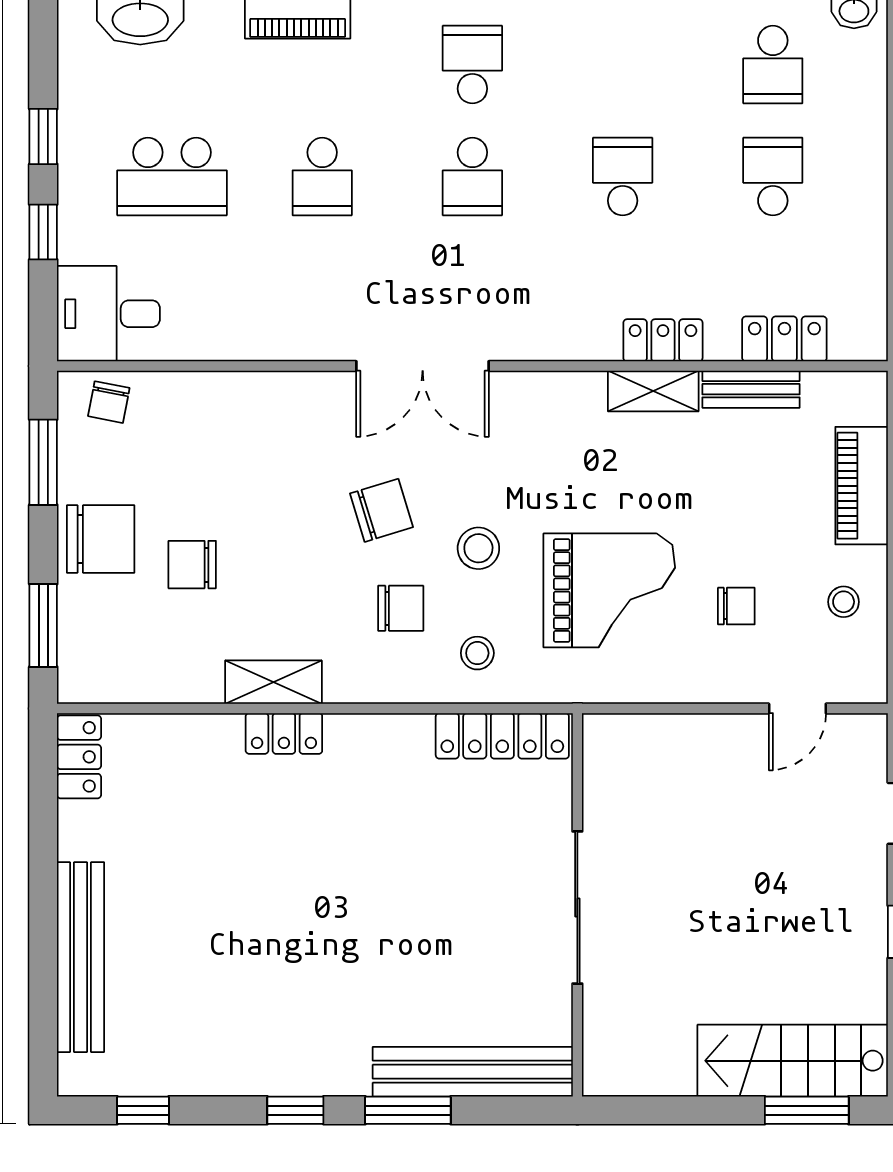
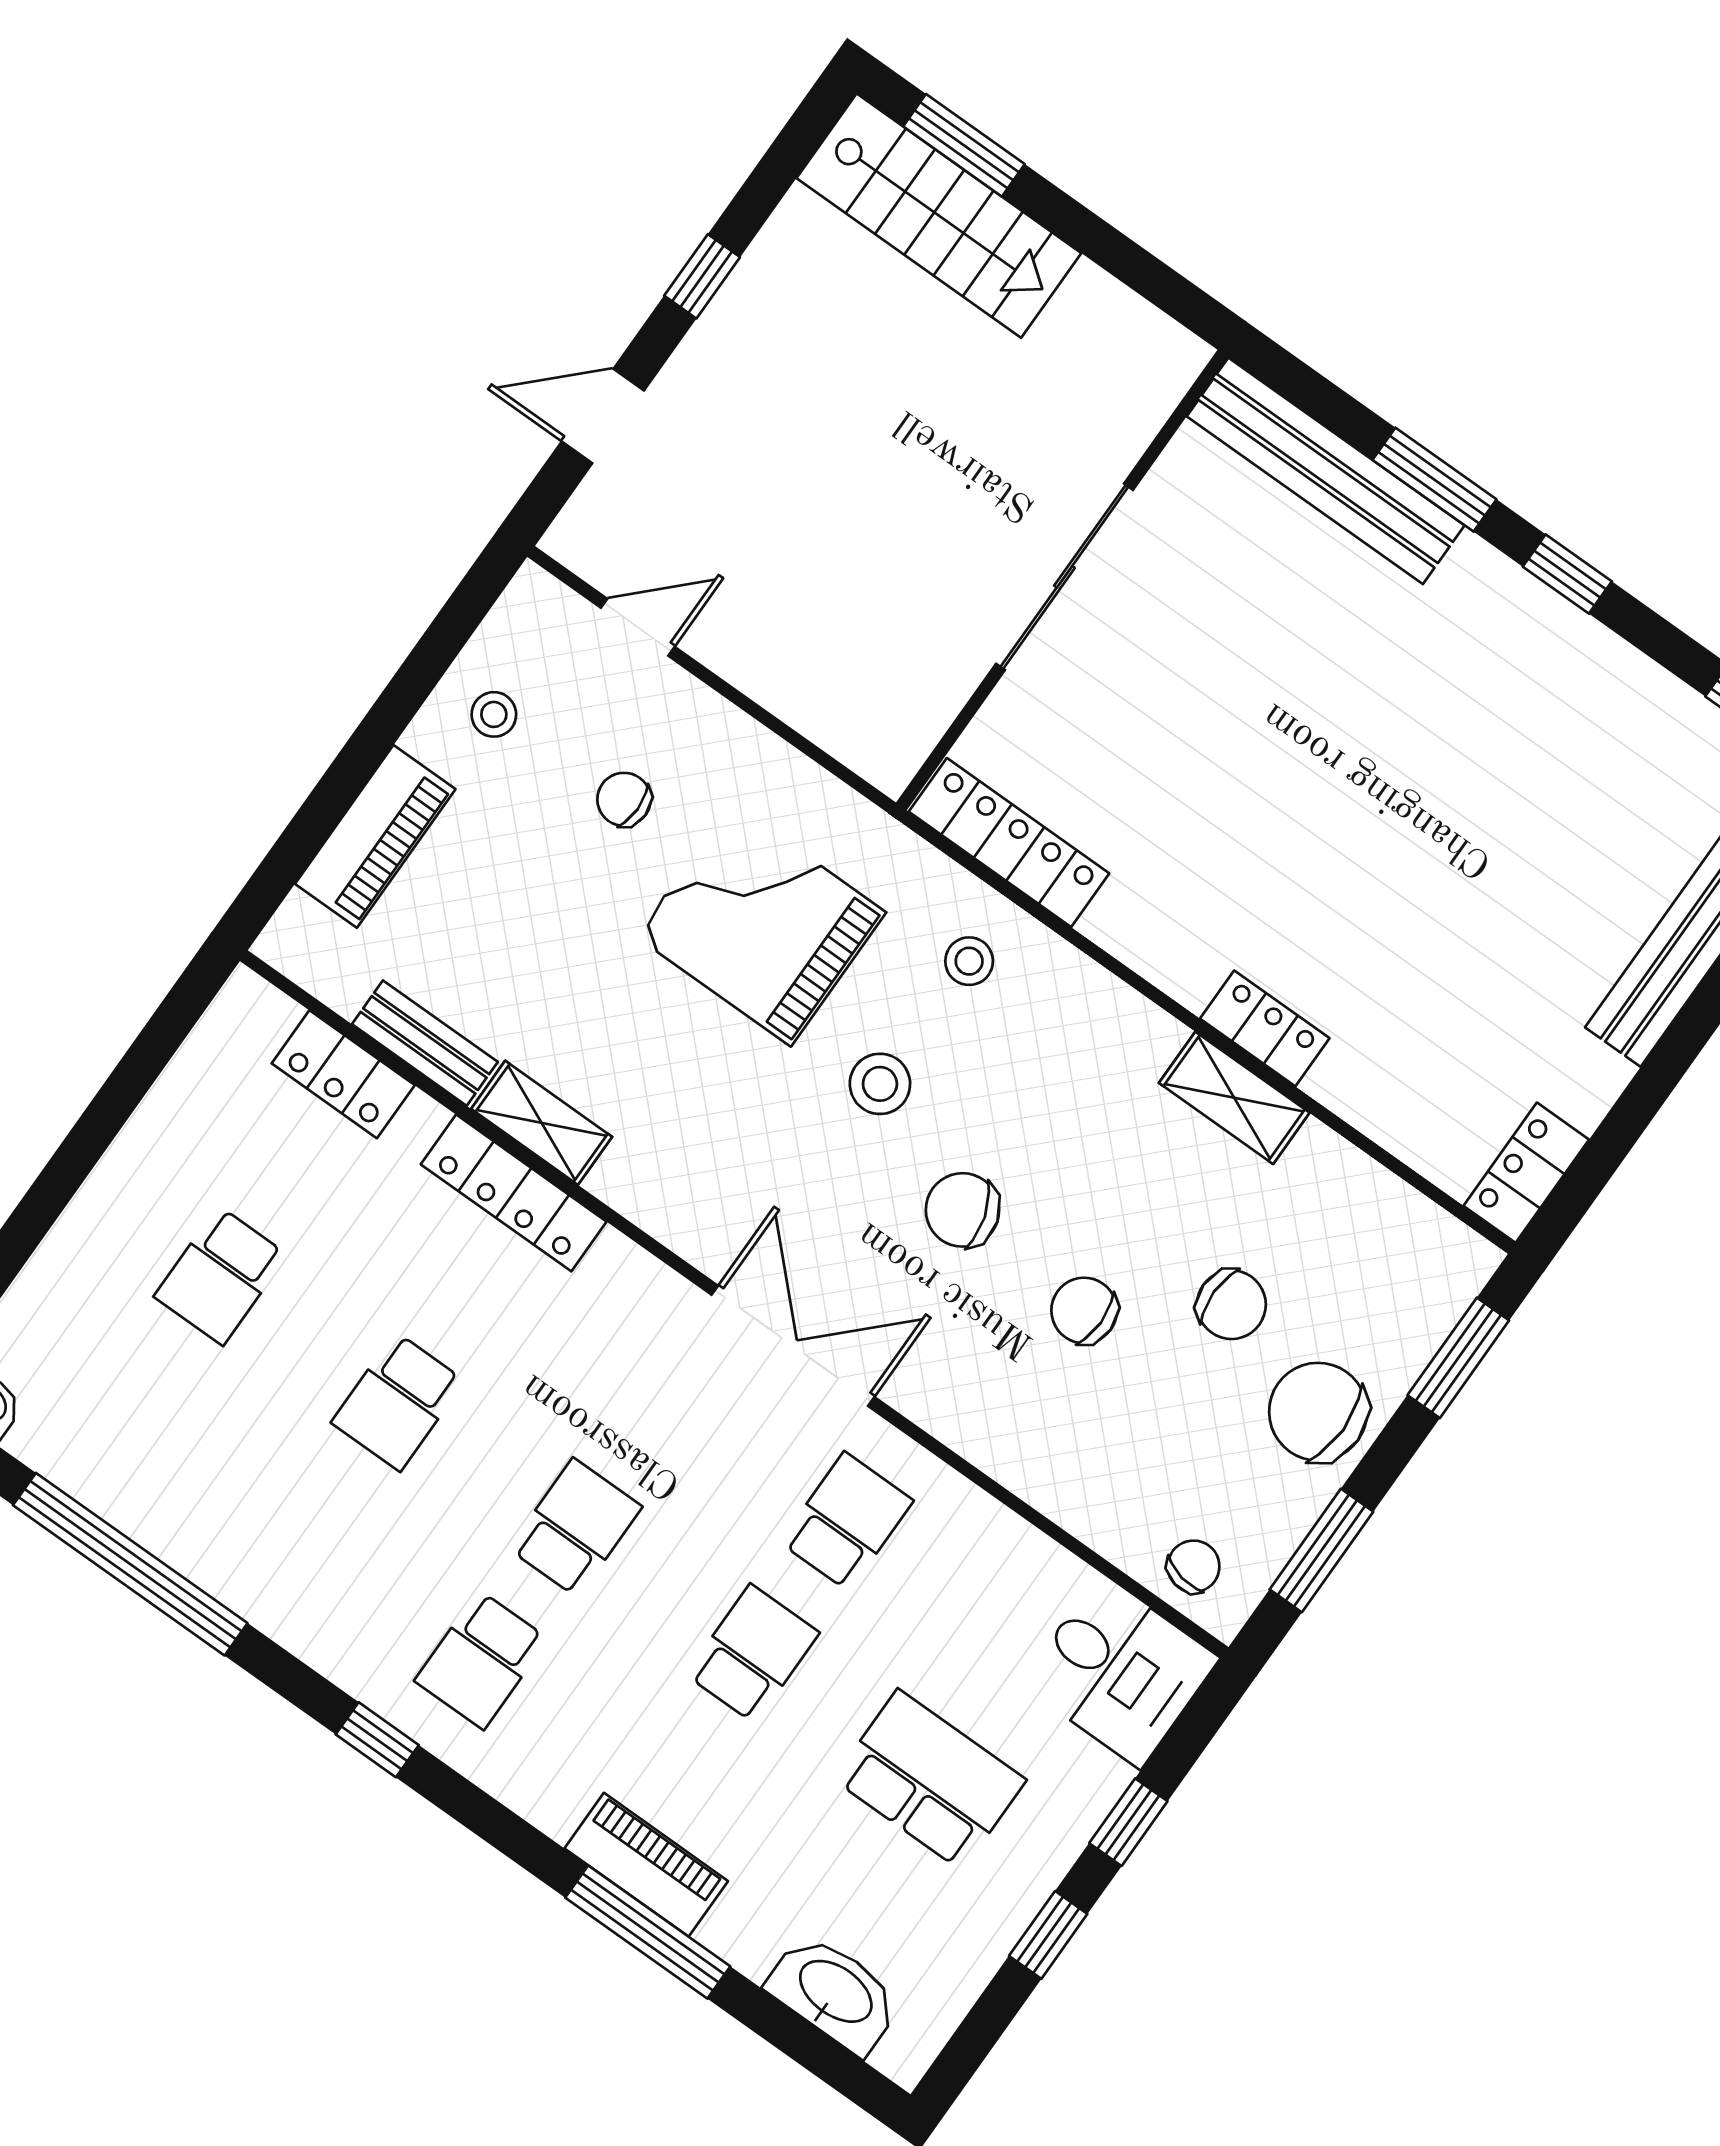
school desk: (773, 65) -> (846, 1521), moved
locker: (663, 340) -> (514, 1193), width x1.53
chair: (401, 608) -> (1084, 1310), moved

